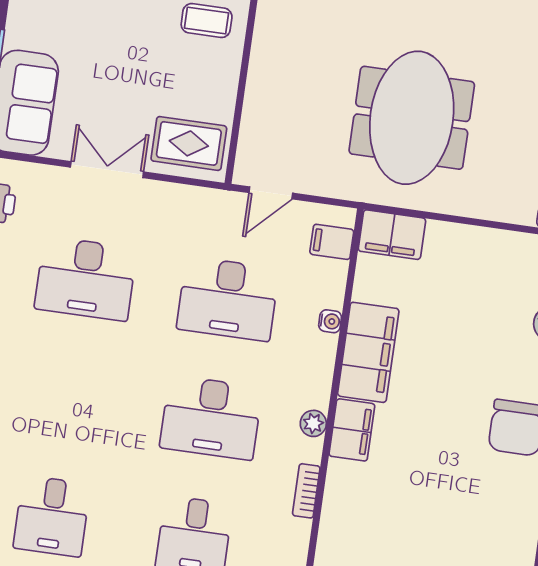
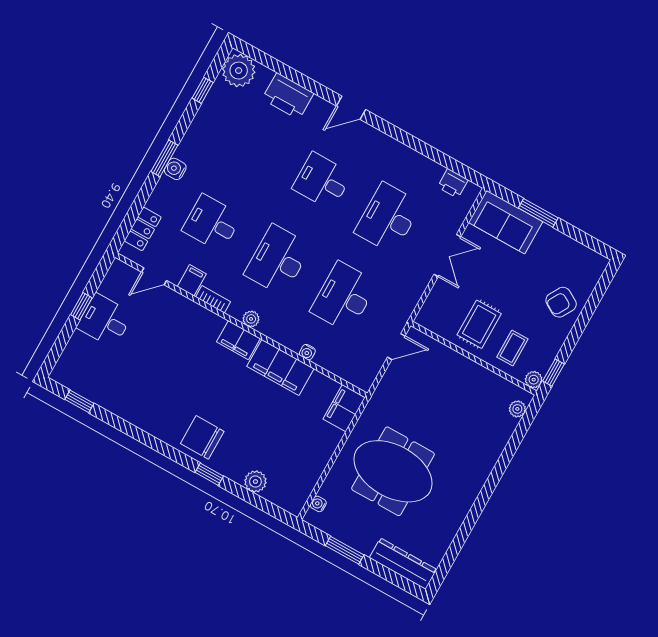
meeting table: (412, 118) -> (393, 471), moved
rug: (189, 143) -> (479, 324), moved
door: (271, 193) -> (396, 347), swing flipped
filing cabinet: (332, 242) -> (192, 280), moved
desk: (52, 516) -> (322, 181), moved

